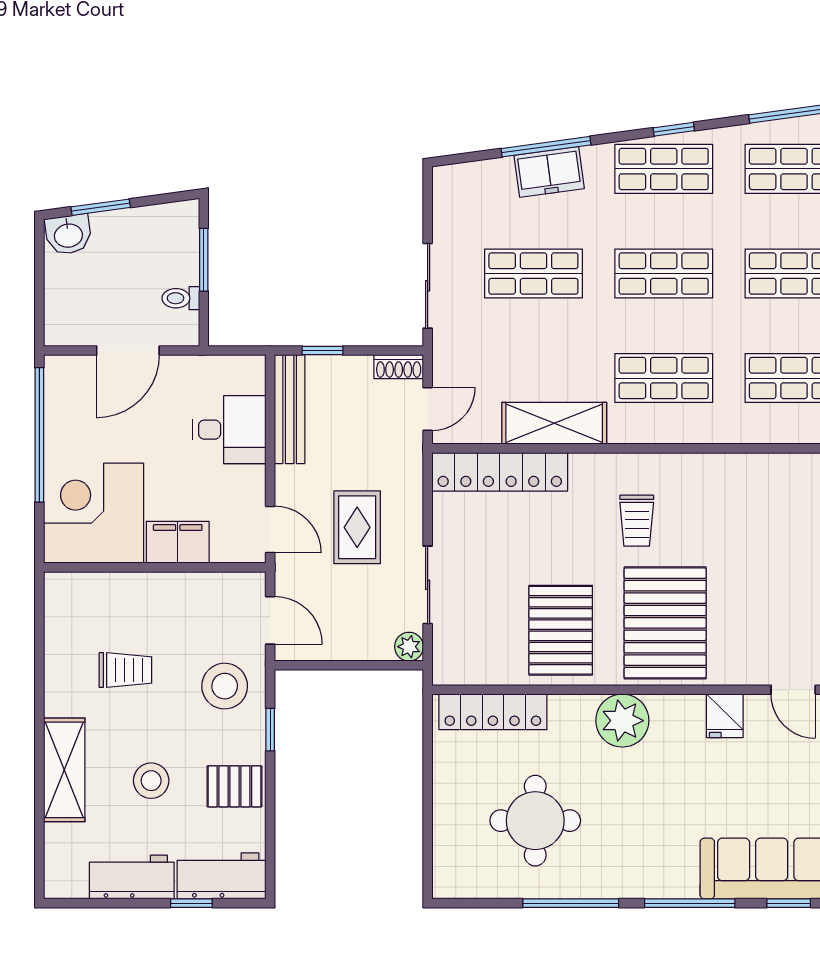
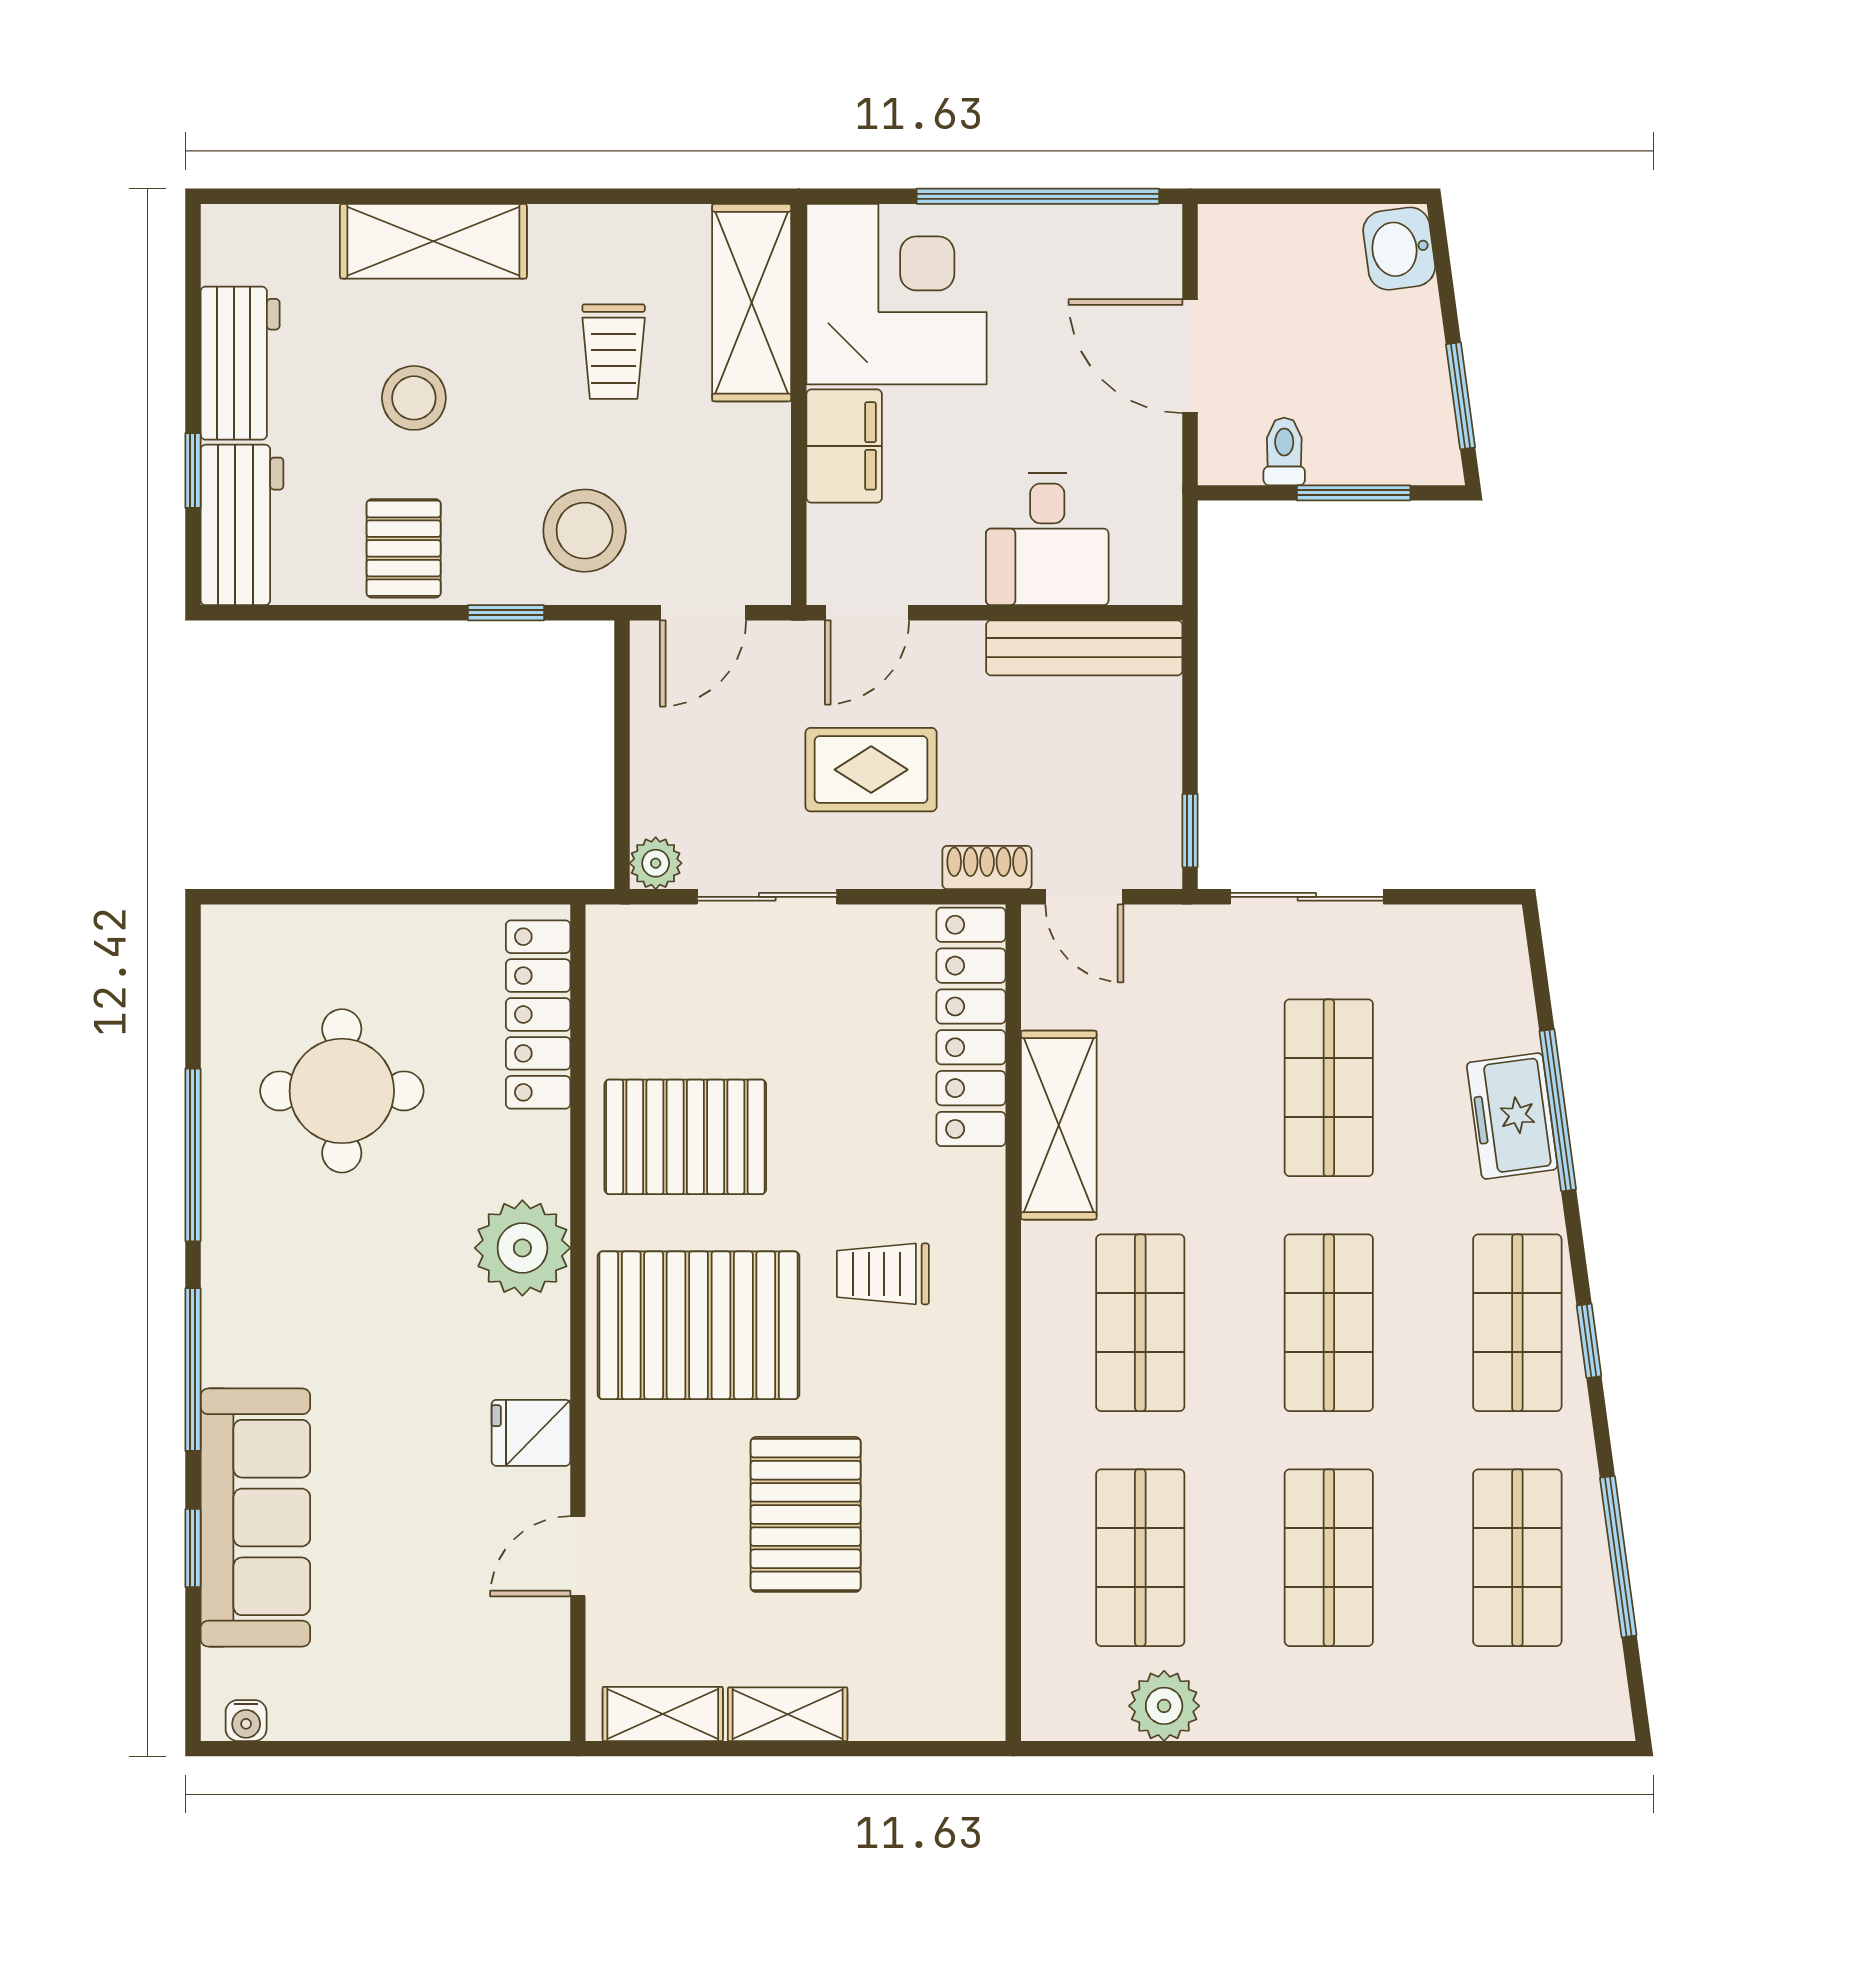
window: (101, 207) -> (1461, 396), moved
window: (323, 350) -> (1190, 831), moved
shoe rack: (399, 367) -> (987, 867), moved, turned 90
pallet: (770, 564) -> (806, 1514), added
shelving: (98, 593) -> (752, 303), added

